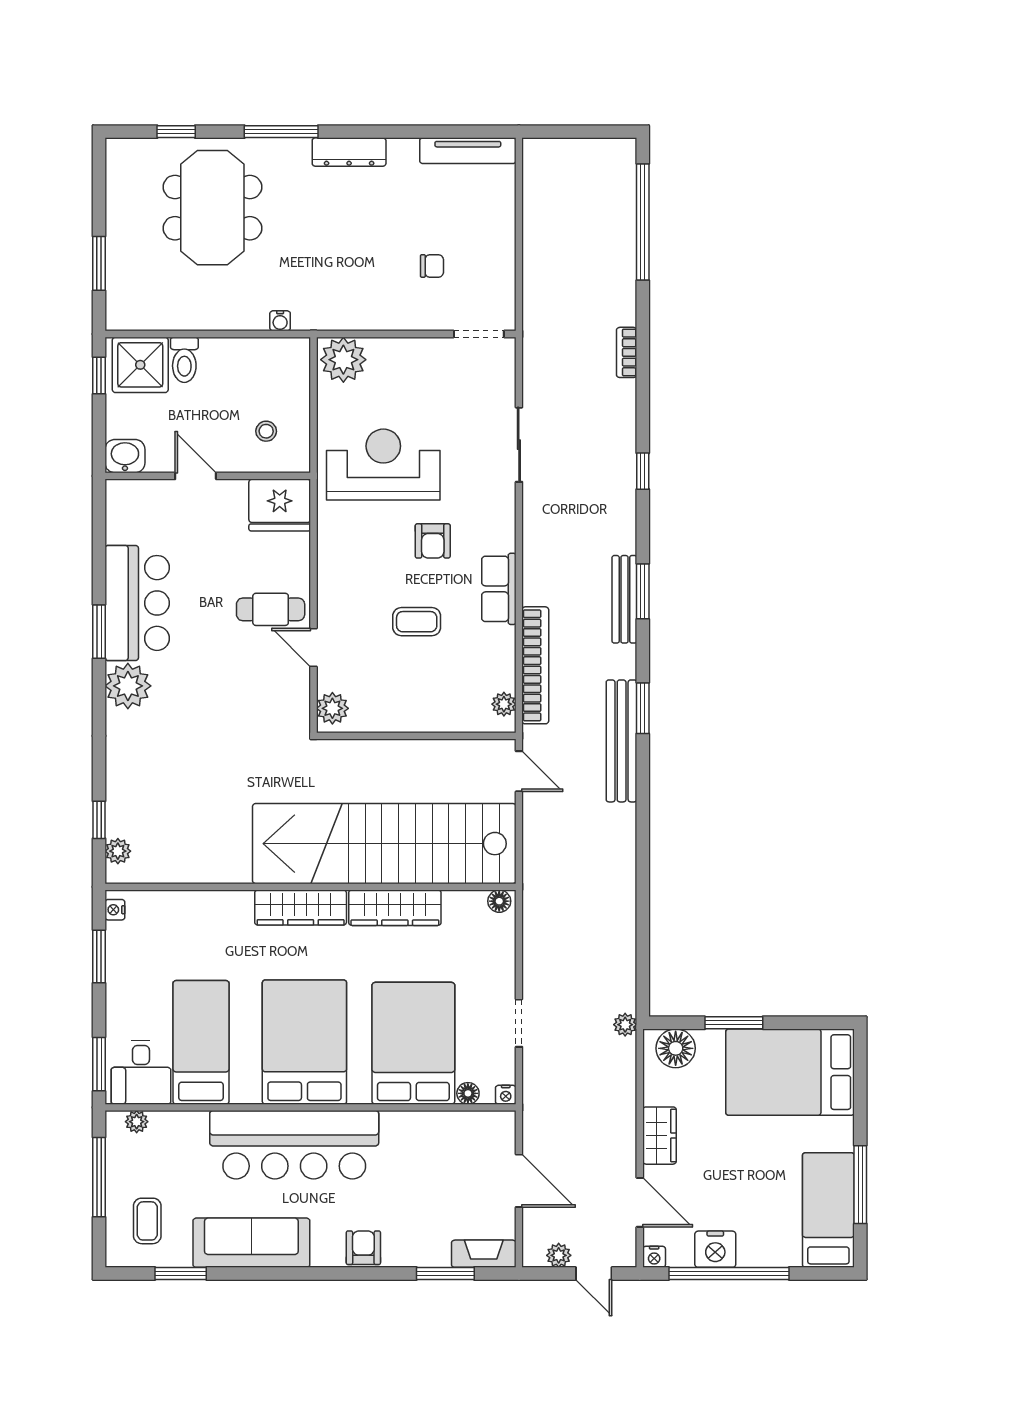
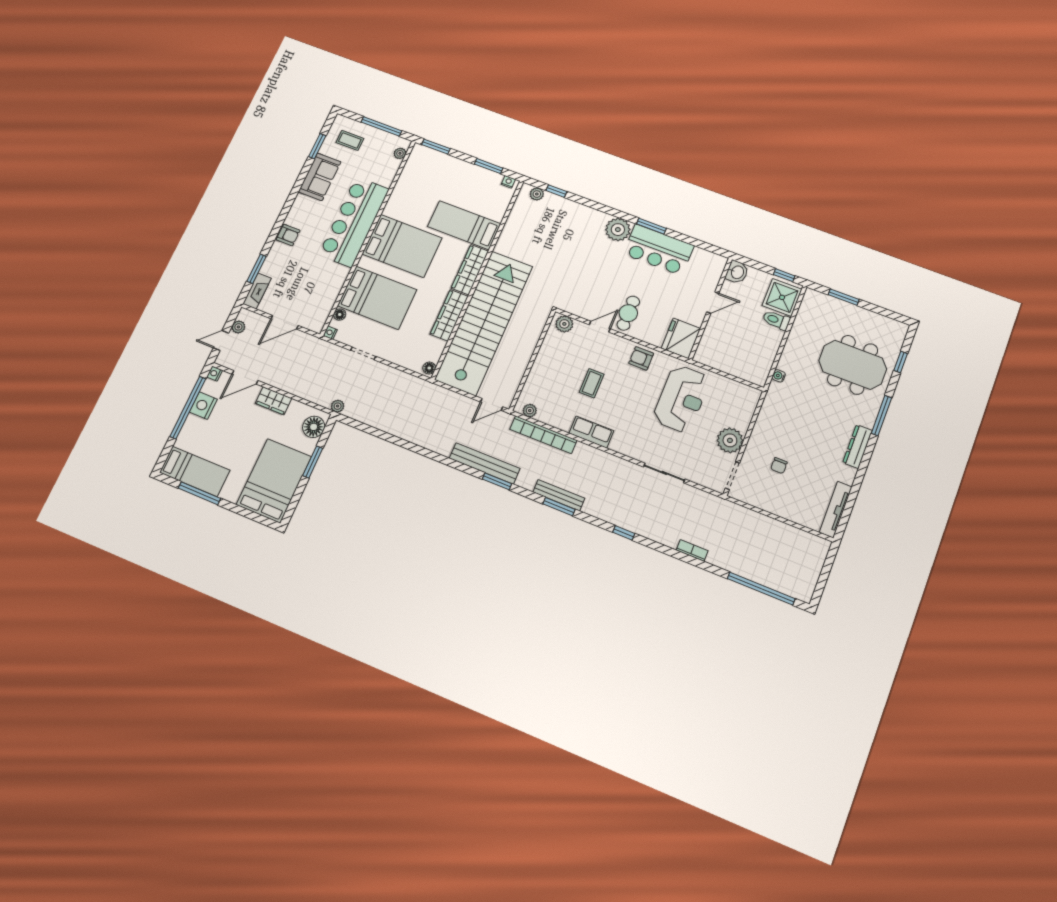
plant: (343, 360) -> (730, 440), moved
stool: (266, 431) -> (723, 346), removed
armchair: (433, 541) -> (641, 358), moved
bed: (201, 1042) -> (464, 225), moved, turned 180
desk: (141, 1072) -> (423, 164), removed
sofa: (251, 1243) -> (320, 177), width x0.73

